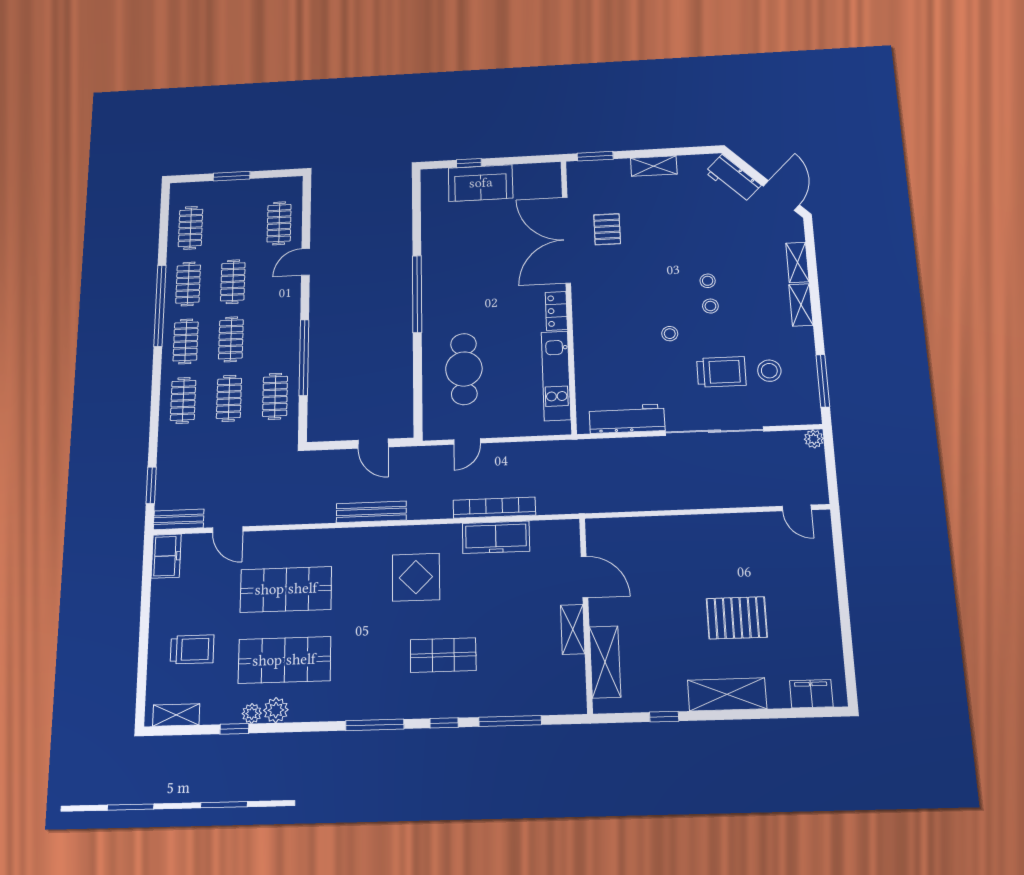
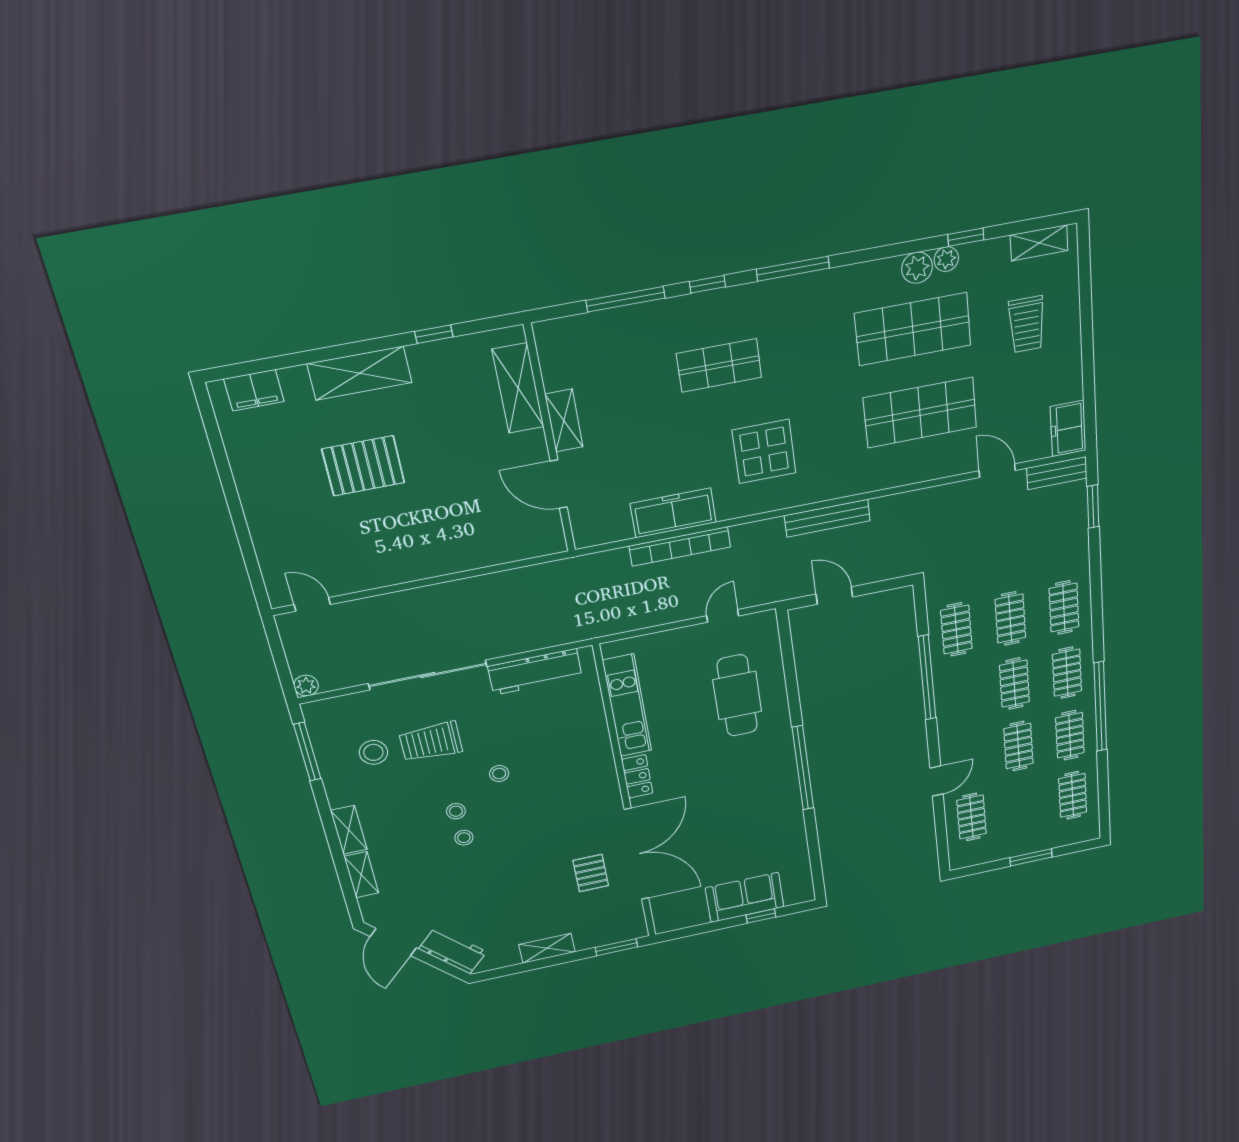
trolley: (192, 649) -> (1027, 324), turned -90

